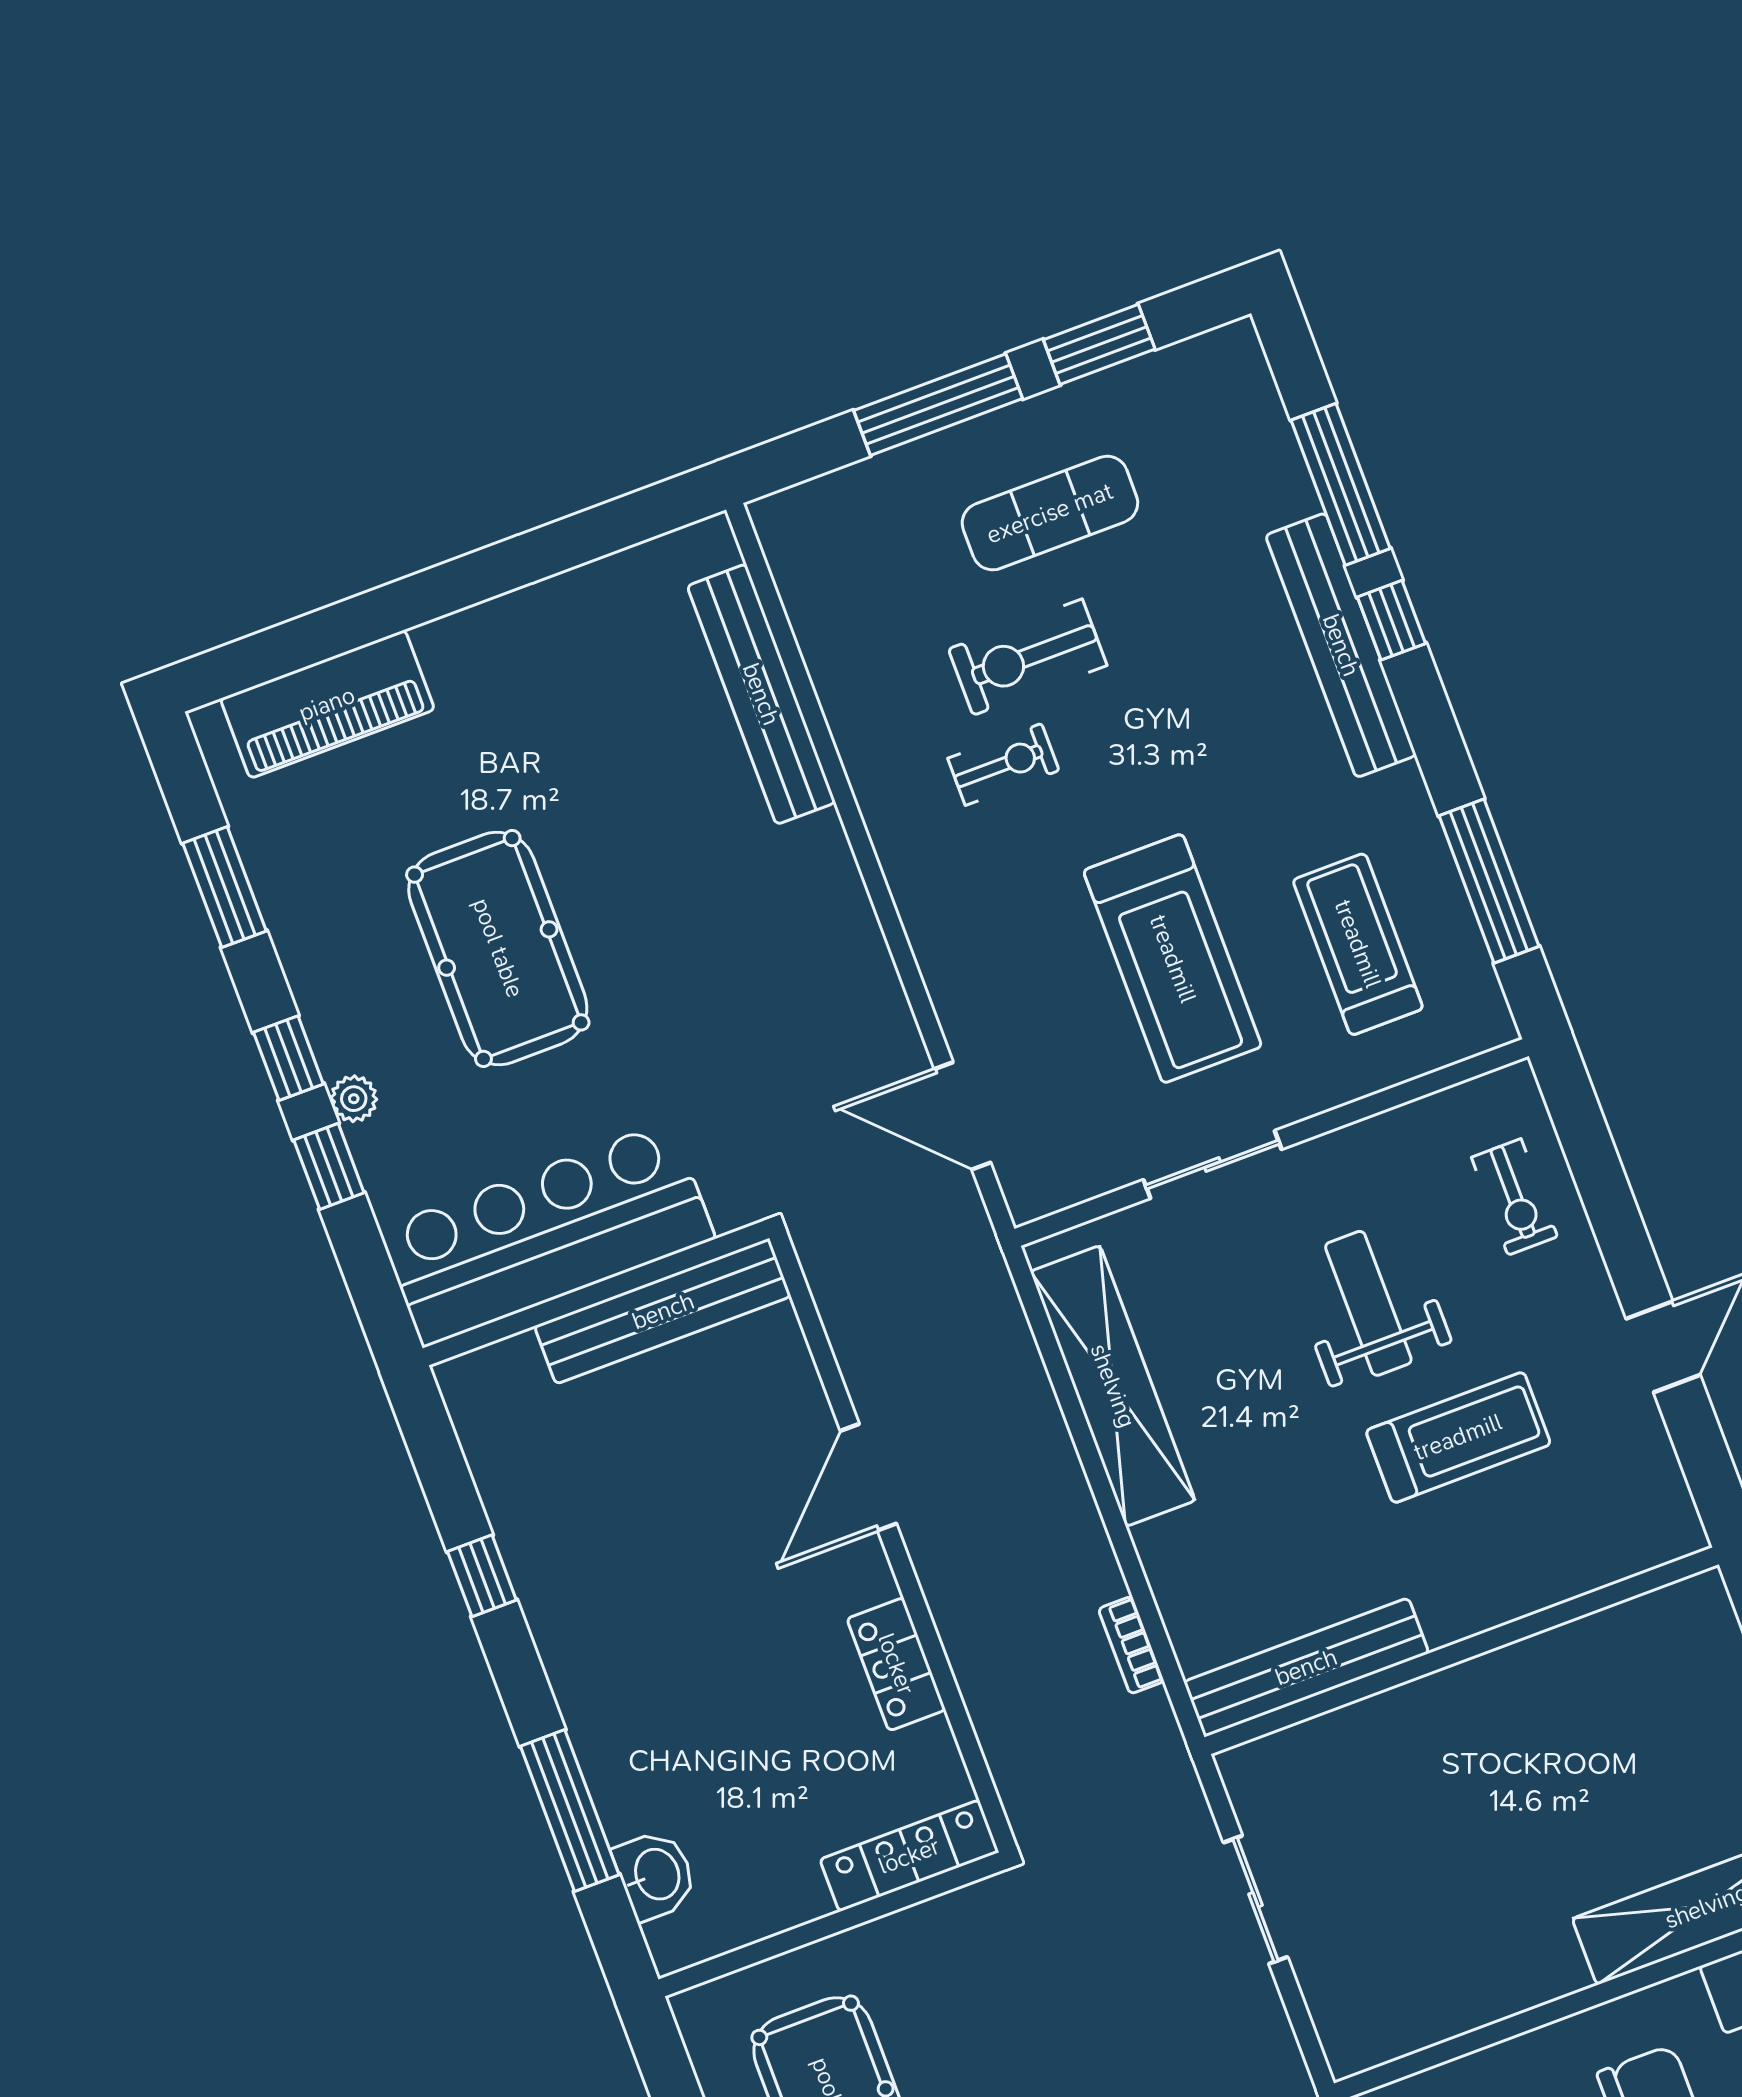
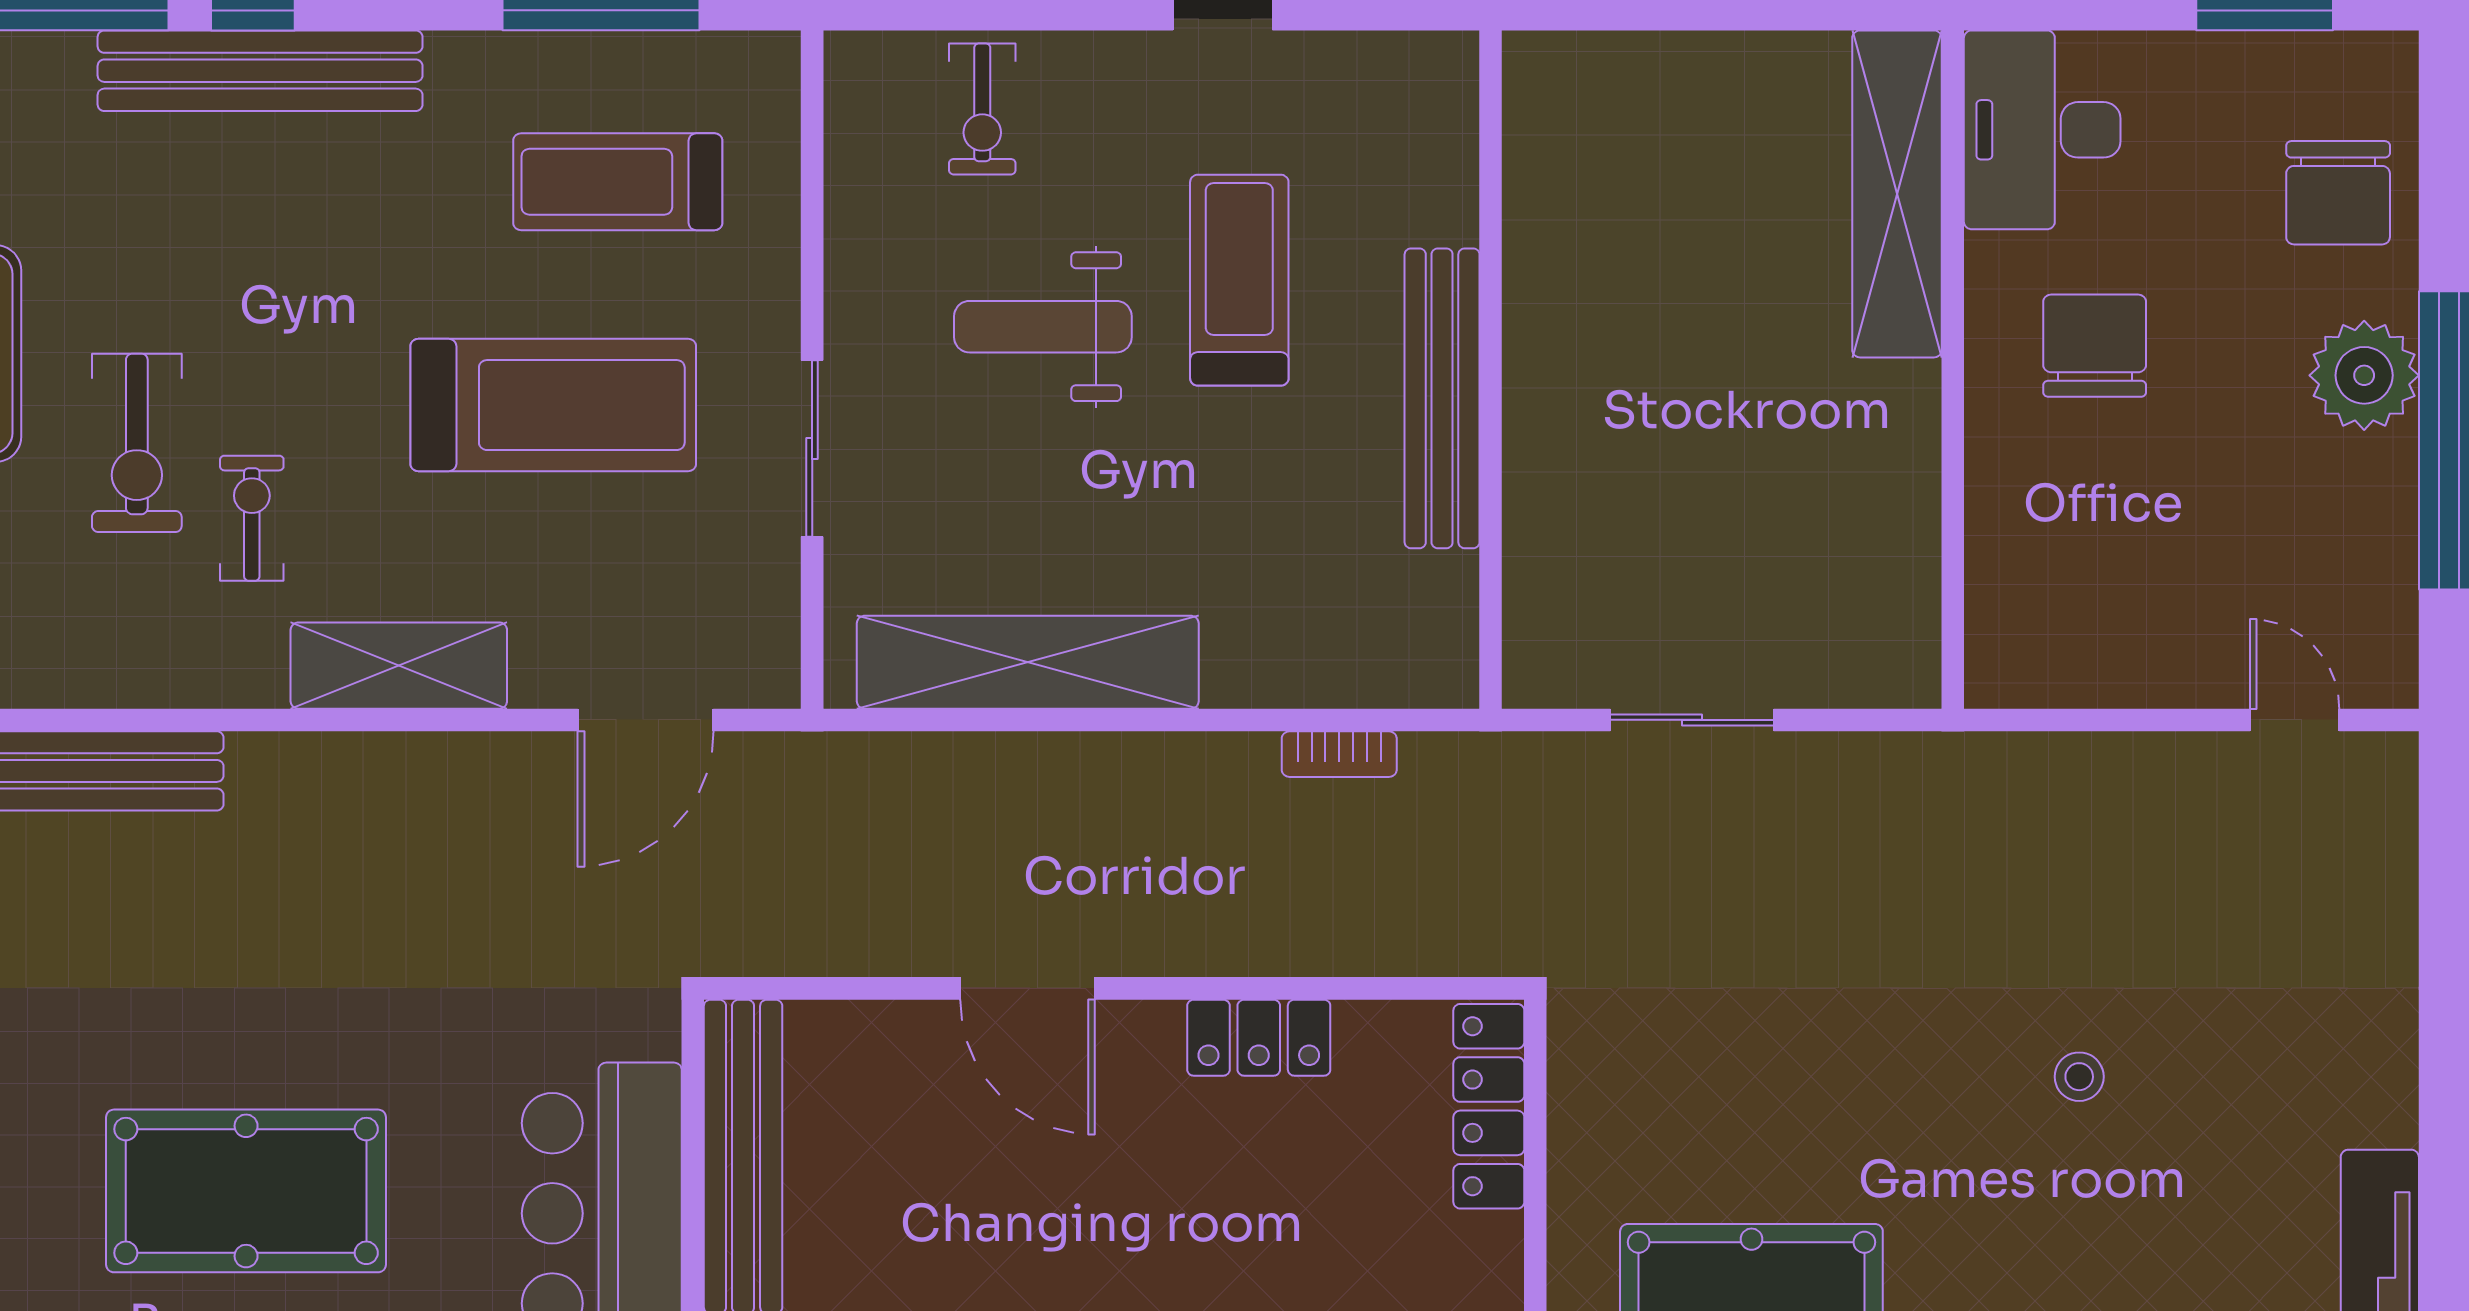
shelving: (934, 916) -> (399, 666), added
exercise bike: (1515, 1197) -> (982, 109), turned 90
bench: (1306, 1667) -> (1442, 398), moved

